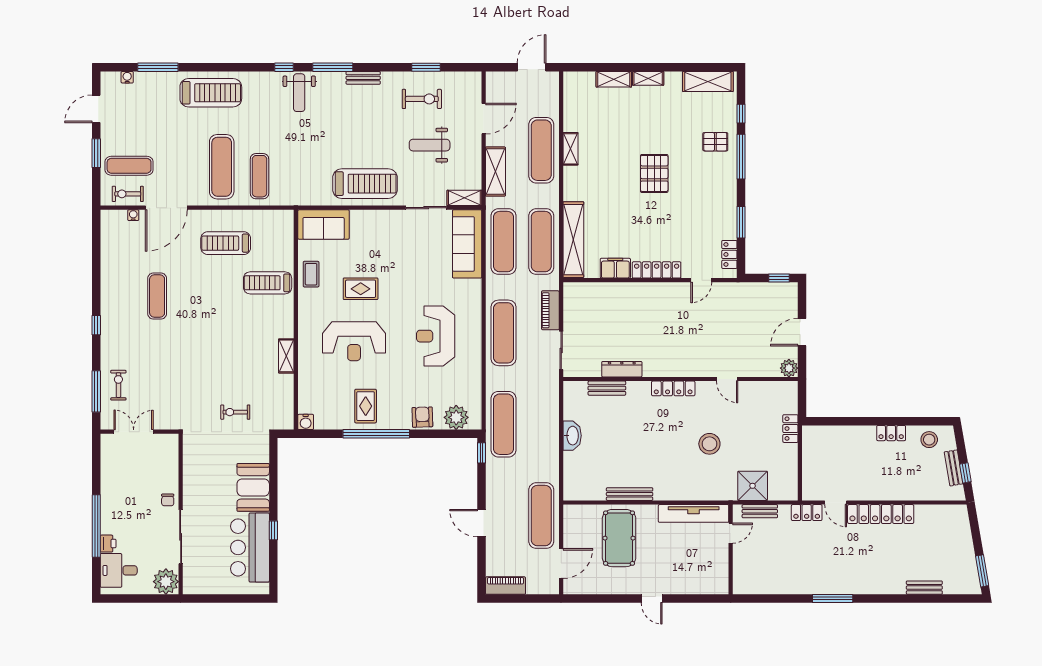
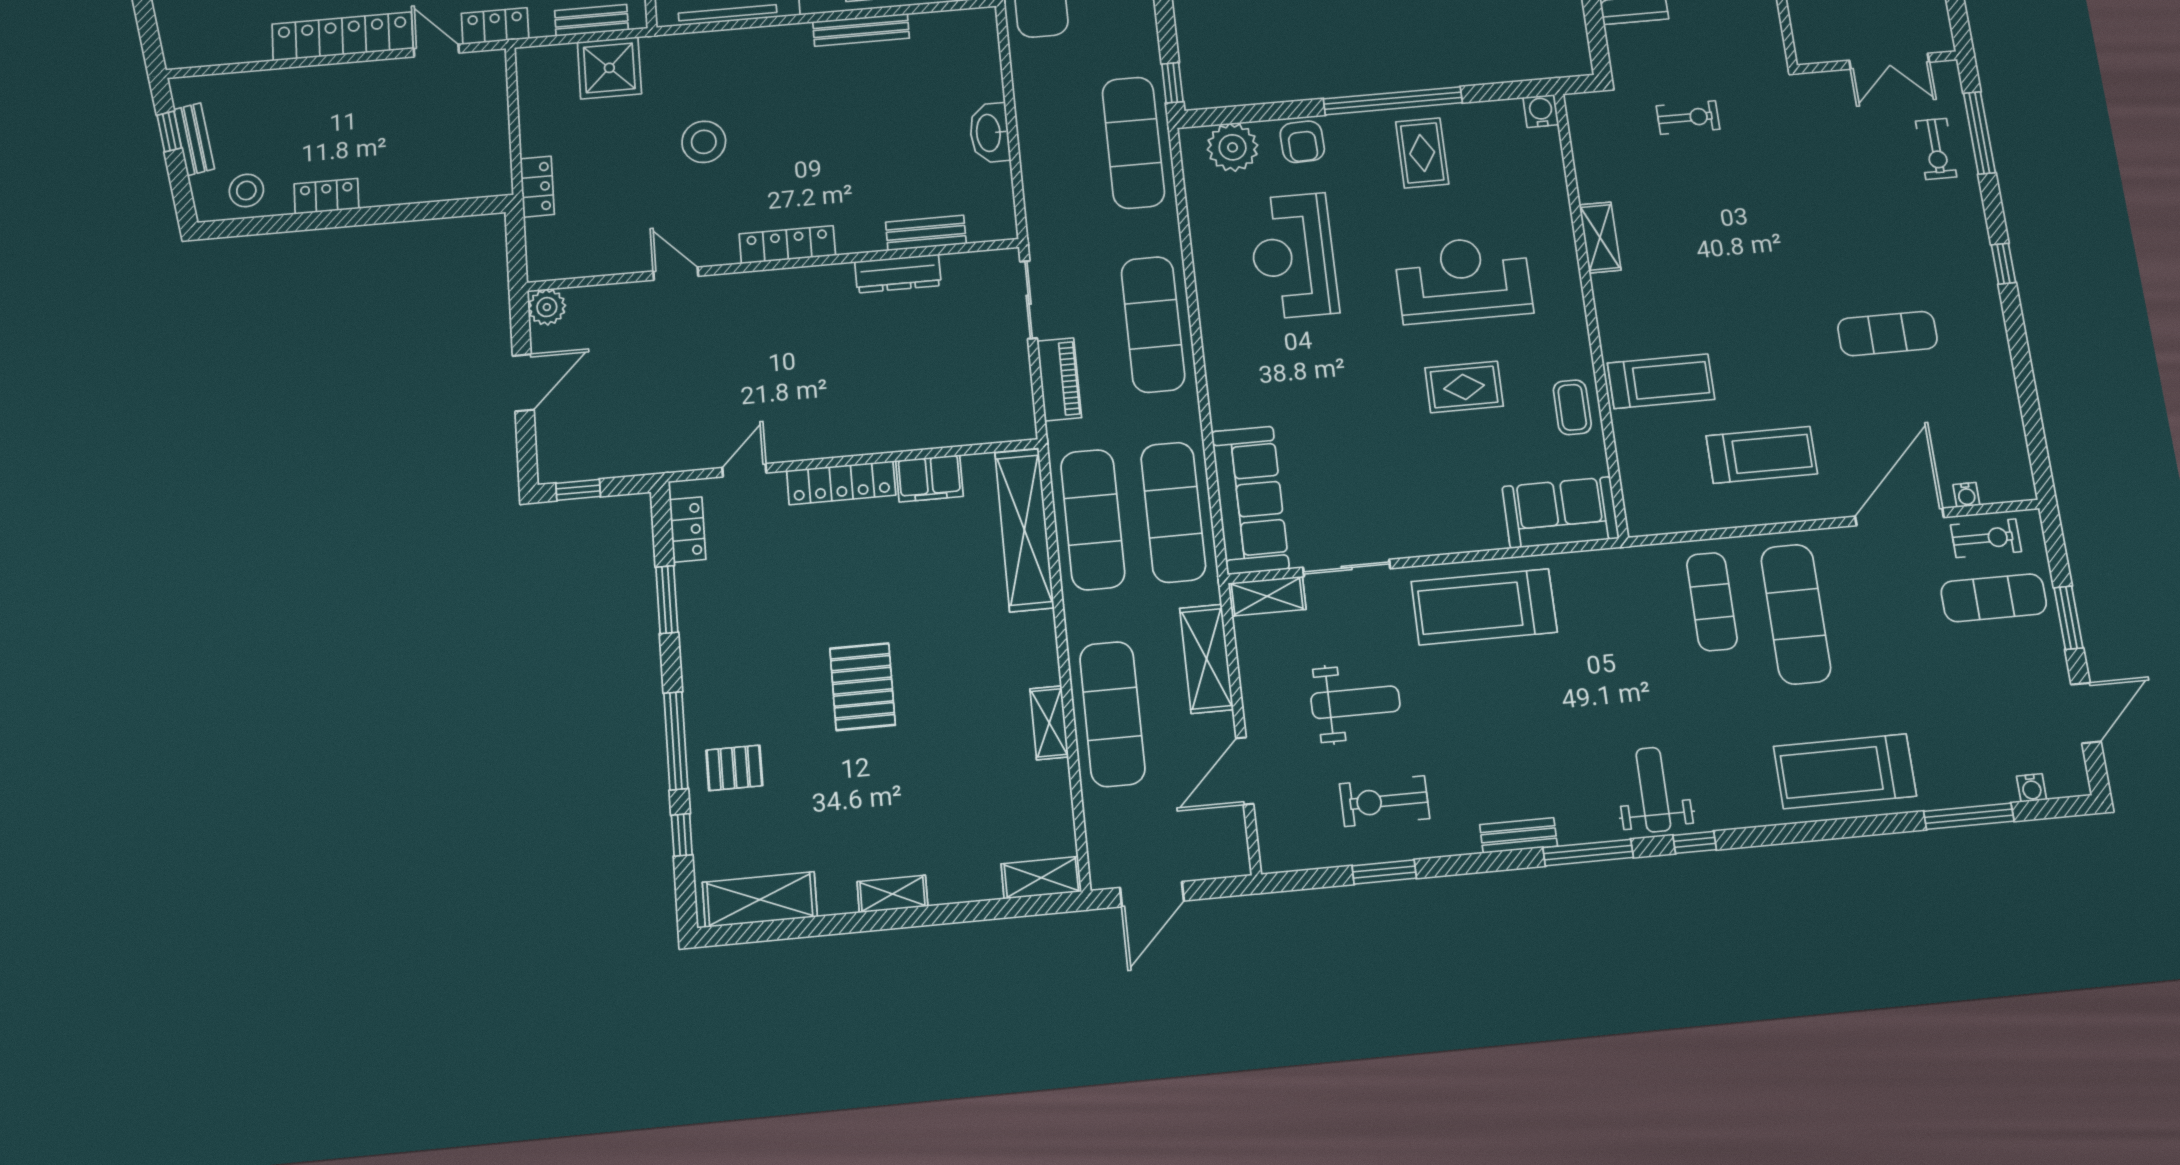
shelving: (614, 79) -> (1041, 878), moved
exercise mat: (157, 296) -> (1887, 334), turned 90
reception desk: (436, 336) -> (1293, 256), moved, turned 180

